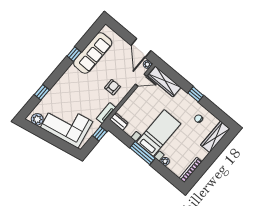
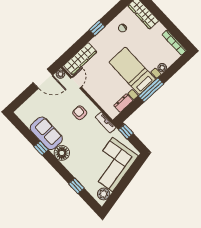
sofa: (93, 53) -> (46, 133), width x0.73
floor lamp: (72, 75) -> (62, 153), added
dresser: (119, 121) -> (123, 103), moved

